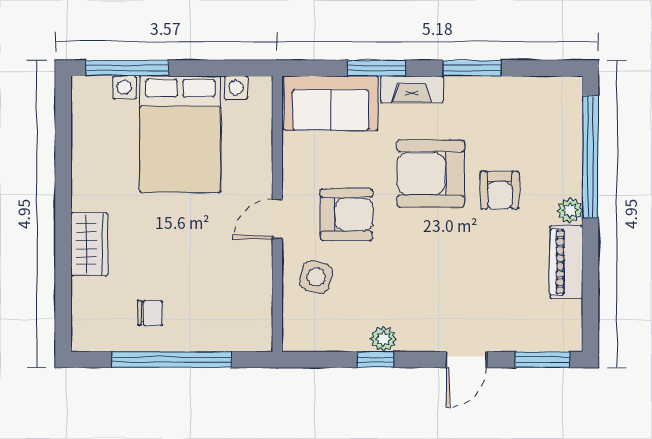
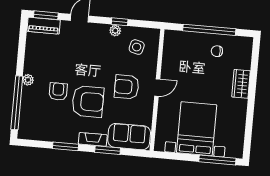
piano: (566, 262) -> (44, 26), moved, turned 90
side table: (316, 277) -> (137, 47), moved

